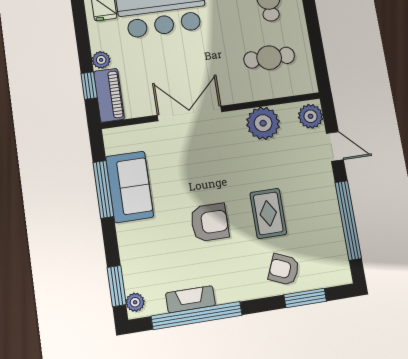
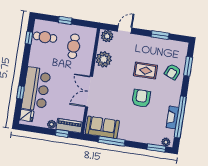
window: (313, 27) -> (65, 20), added
sofa: (130, 187) -> (102, 127), moved
window: (348, 220) -> (160, 35), width x0.47

